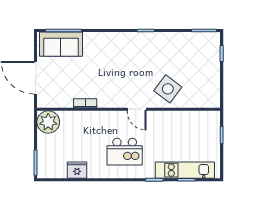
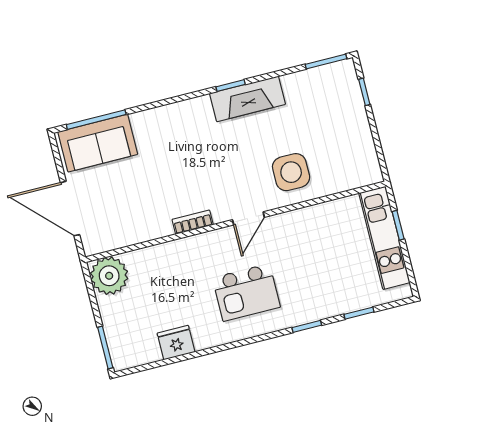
fireplace: (153, 41) -> (248, 99), added
side table: (168, 89) -> (291, 172), turned -37
bookcase: (85, 103) -> (193, 222), moved
door: (137, 109) -> (248, 218), hinge flipped
kitchen unit: (185, 170) -> (384, 238), moved, turned -90

